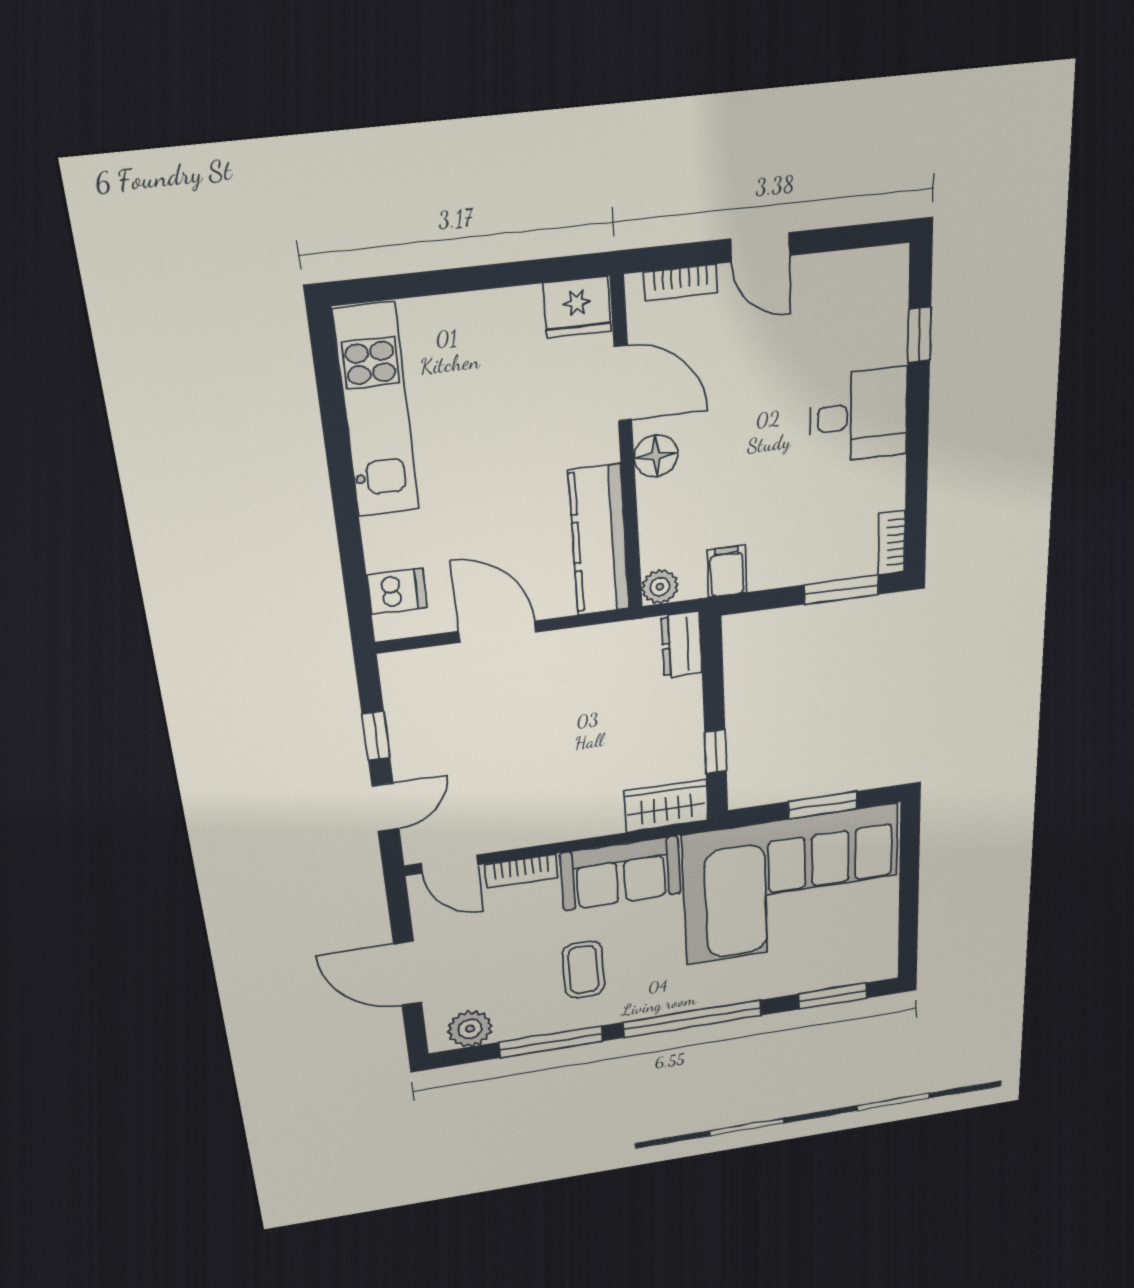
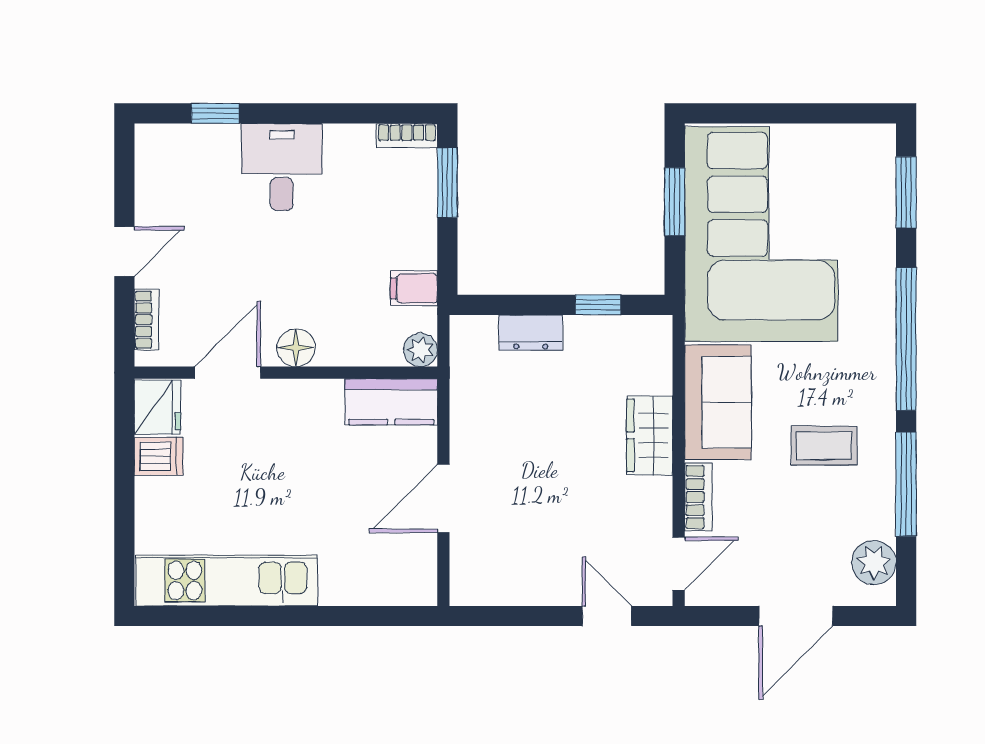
kitchen counter: (599, 540) -> (391, 402), width x0.67
dishwasher: (397, 591) -> (159, 456), moved, turned 90
dresser: (682, 644) -> (531, 333), moved
window: (376, 736) -> (531, 616), removed
wardrobe: (666, 806) -> (650, 435), moved

